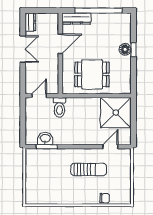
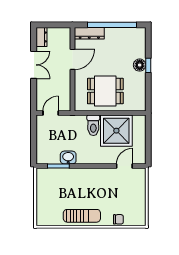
toilet: (59, 107) -> (93, 125), moved
shower: (116, 113) -> (116, 131), moved
washbasin: (45, 139) -> (68, 158), moved
sun lounger: (89, 169) -> (82, 216), moved

